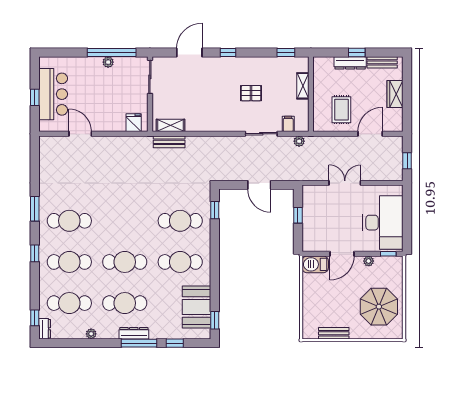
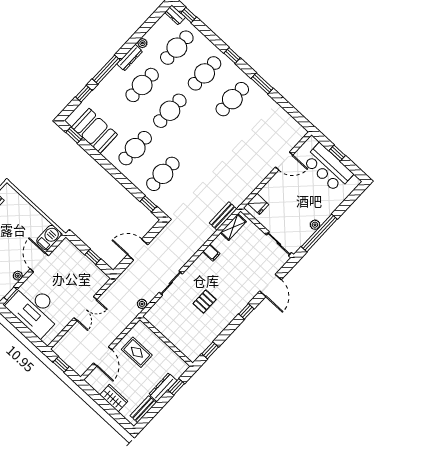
window: (357, 53) -> (176, 387), moved
shelving: (303, 86) -> (177, 341), removed
filing cabinet: (288, 124) -> (211, 253), moved
dresser: (134, 333) -> (130, 58), moved

